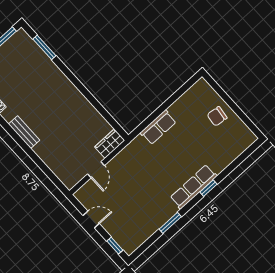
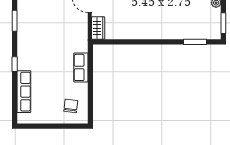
chair: (217, 116) -> (71, 106), moved
row of seats: (194, 187) -> (24, 92), moved

